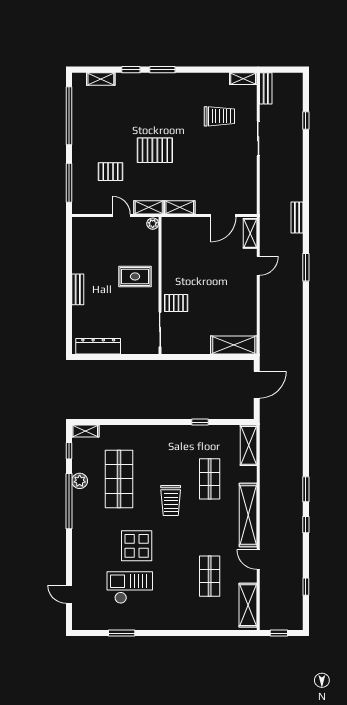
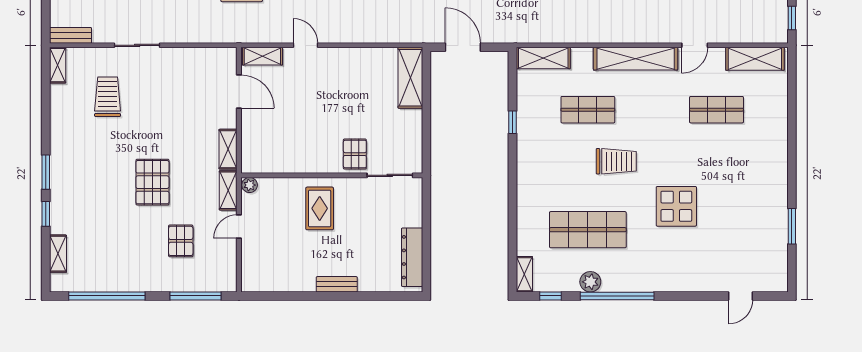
checkout: (130, 588) -> (732, 215), removed

